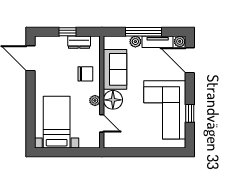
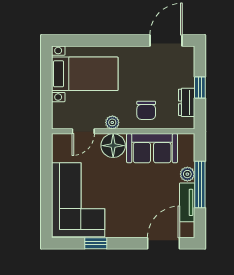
plant: (180, 41) -> (187, 231), removed
corner sofa: (165, 110) -> (78, 200), moved, turned 90

